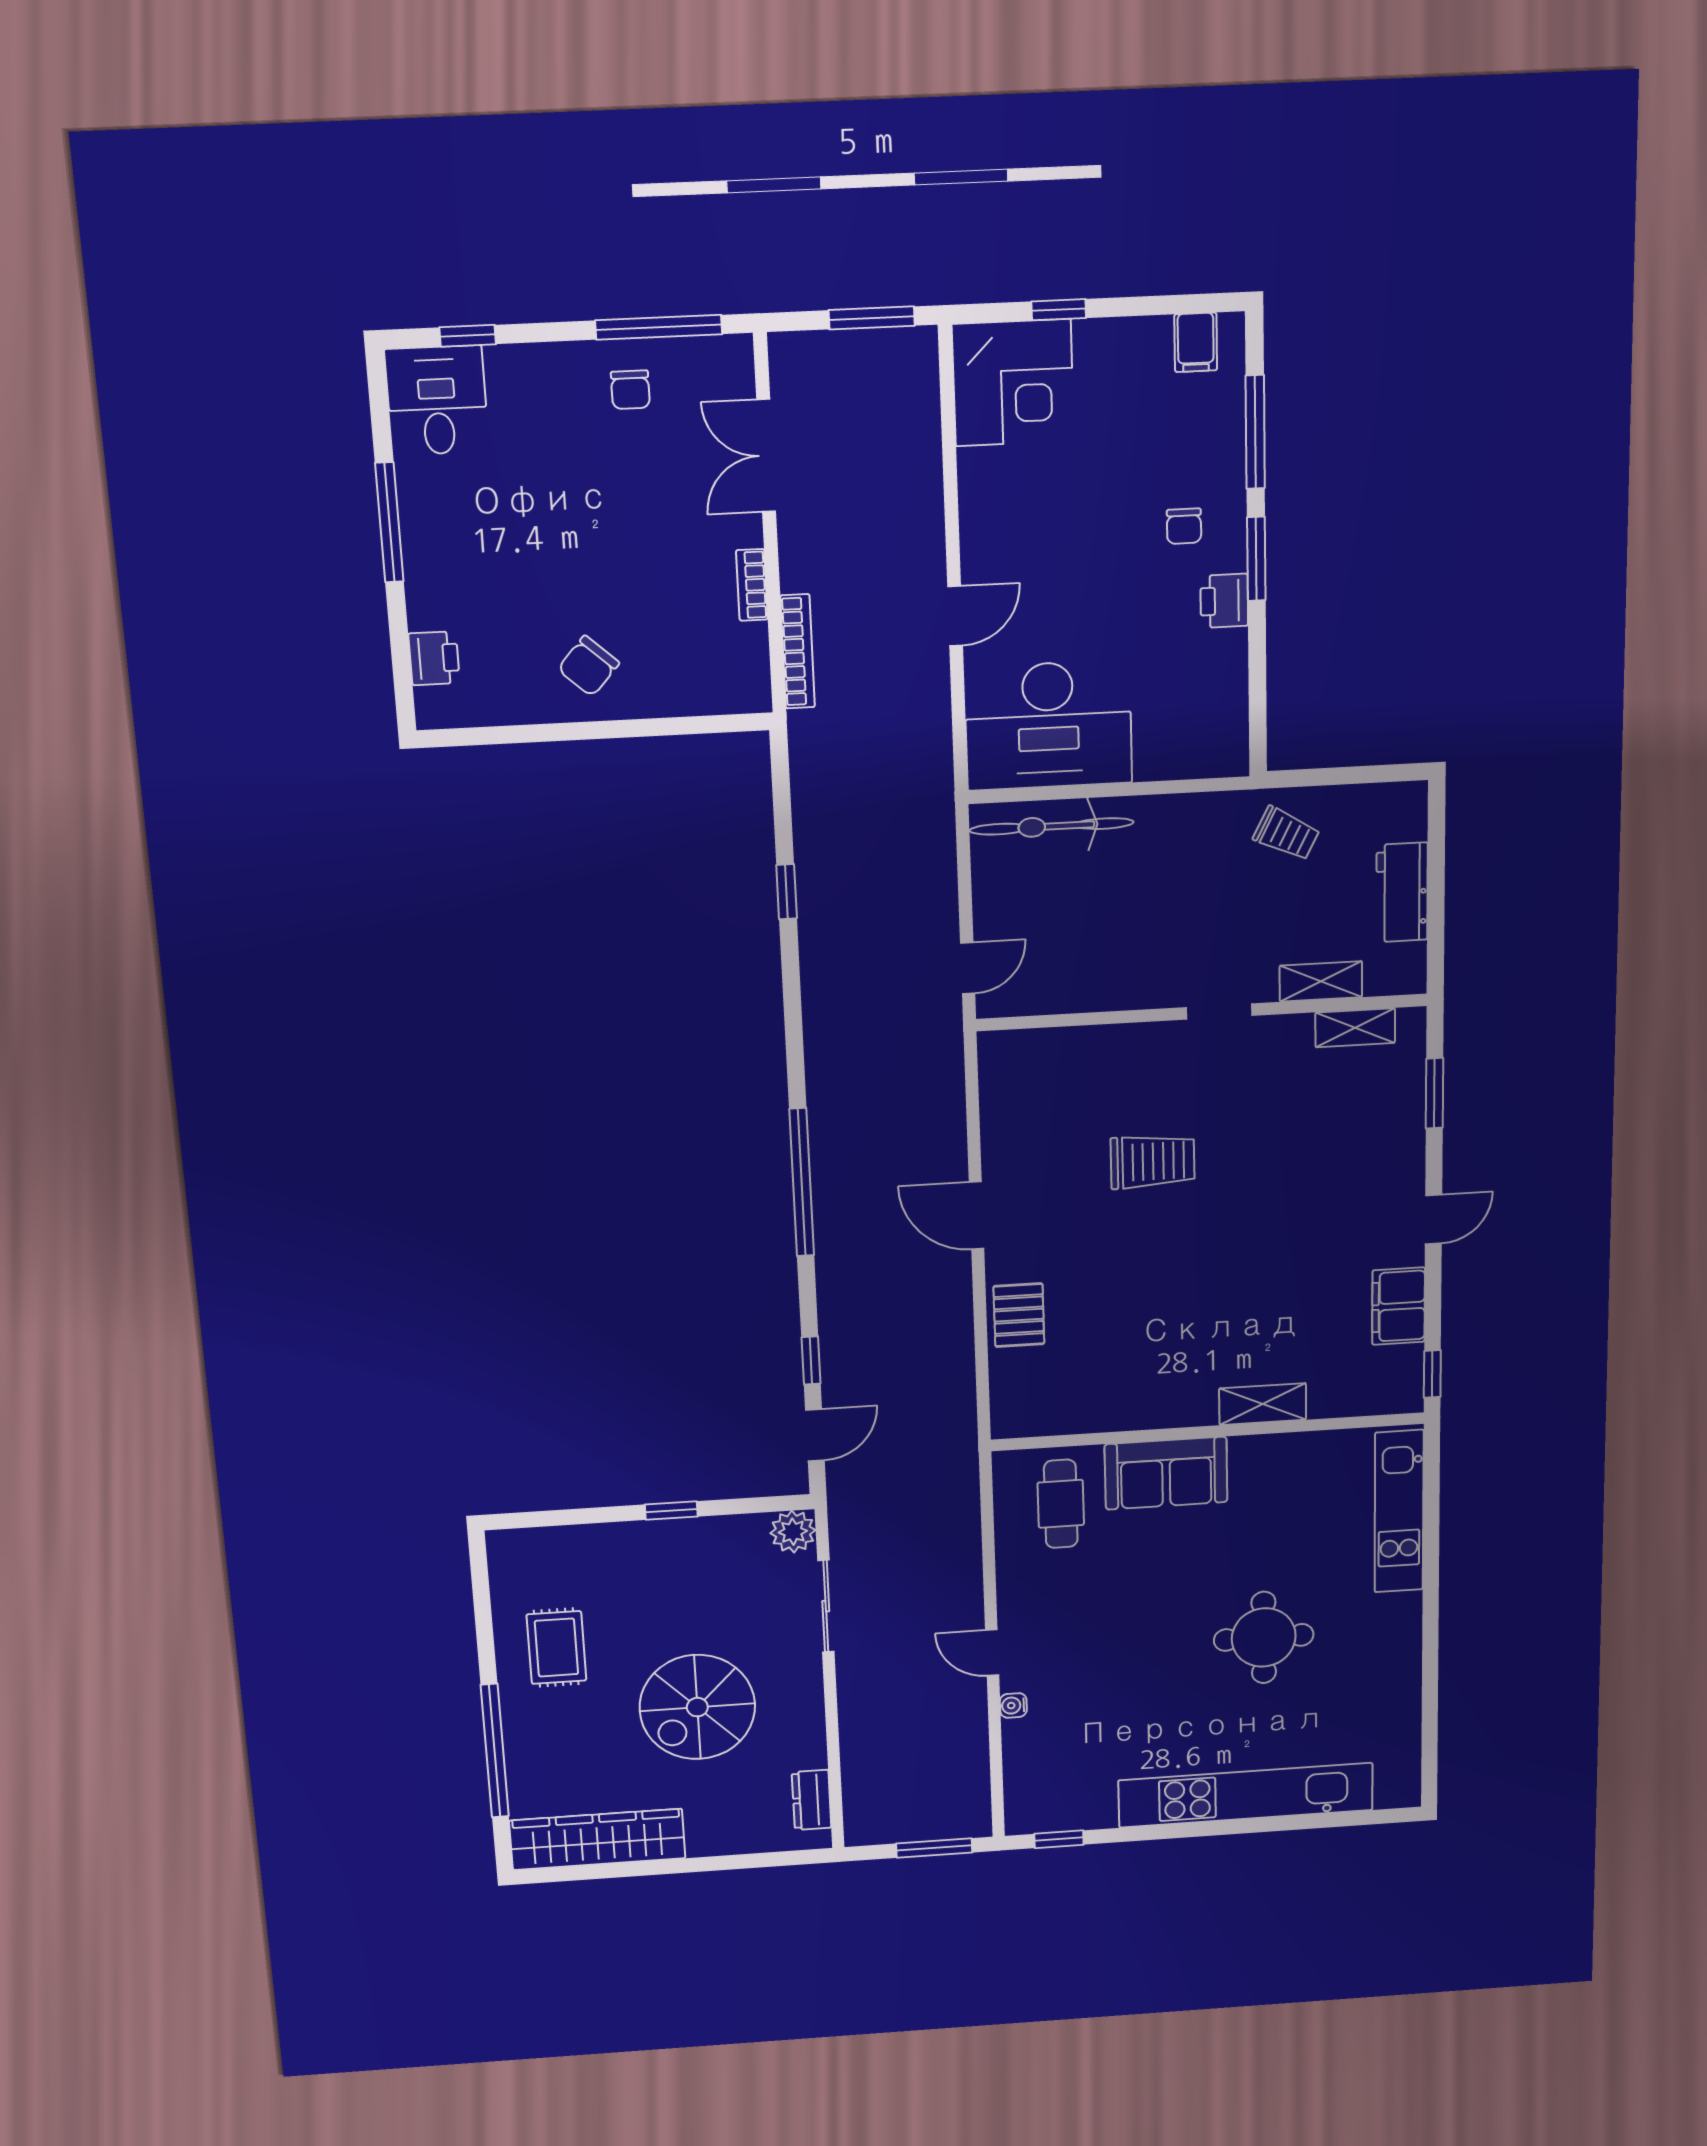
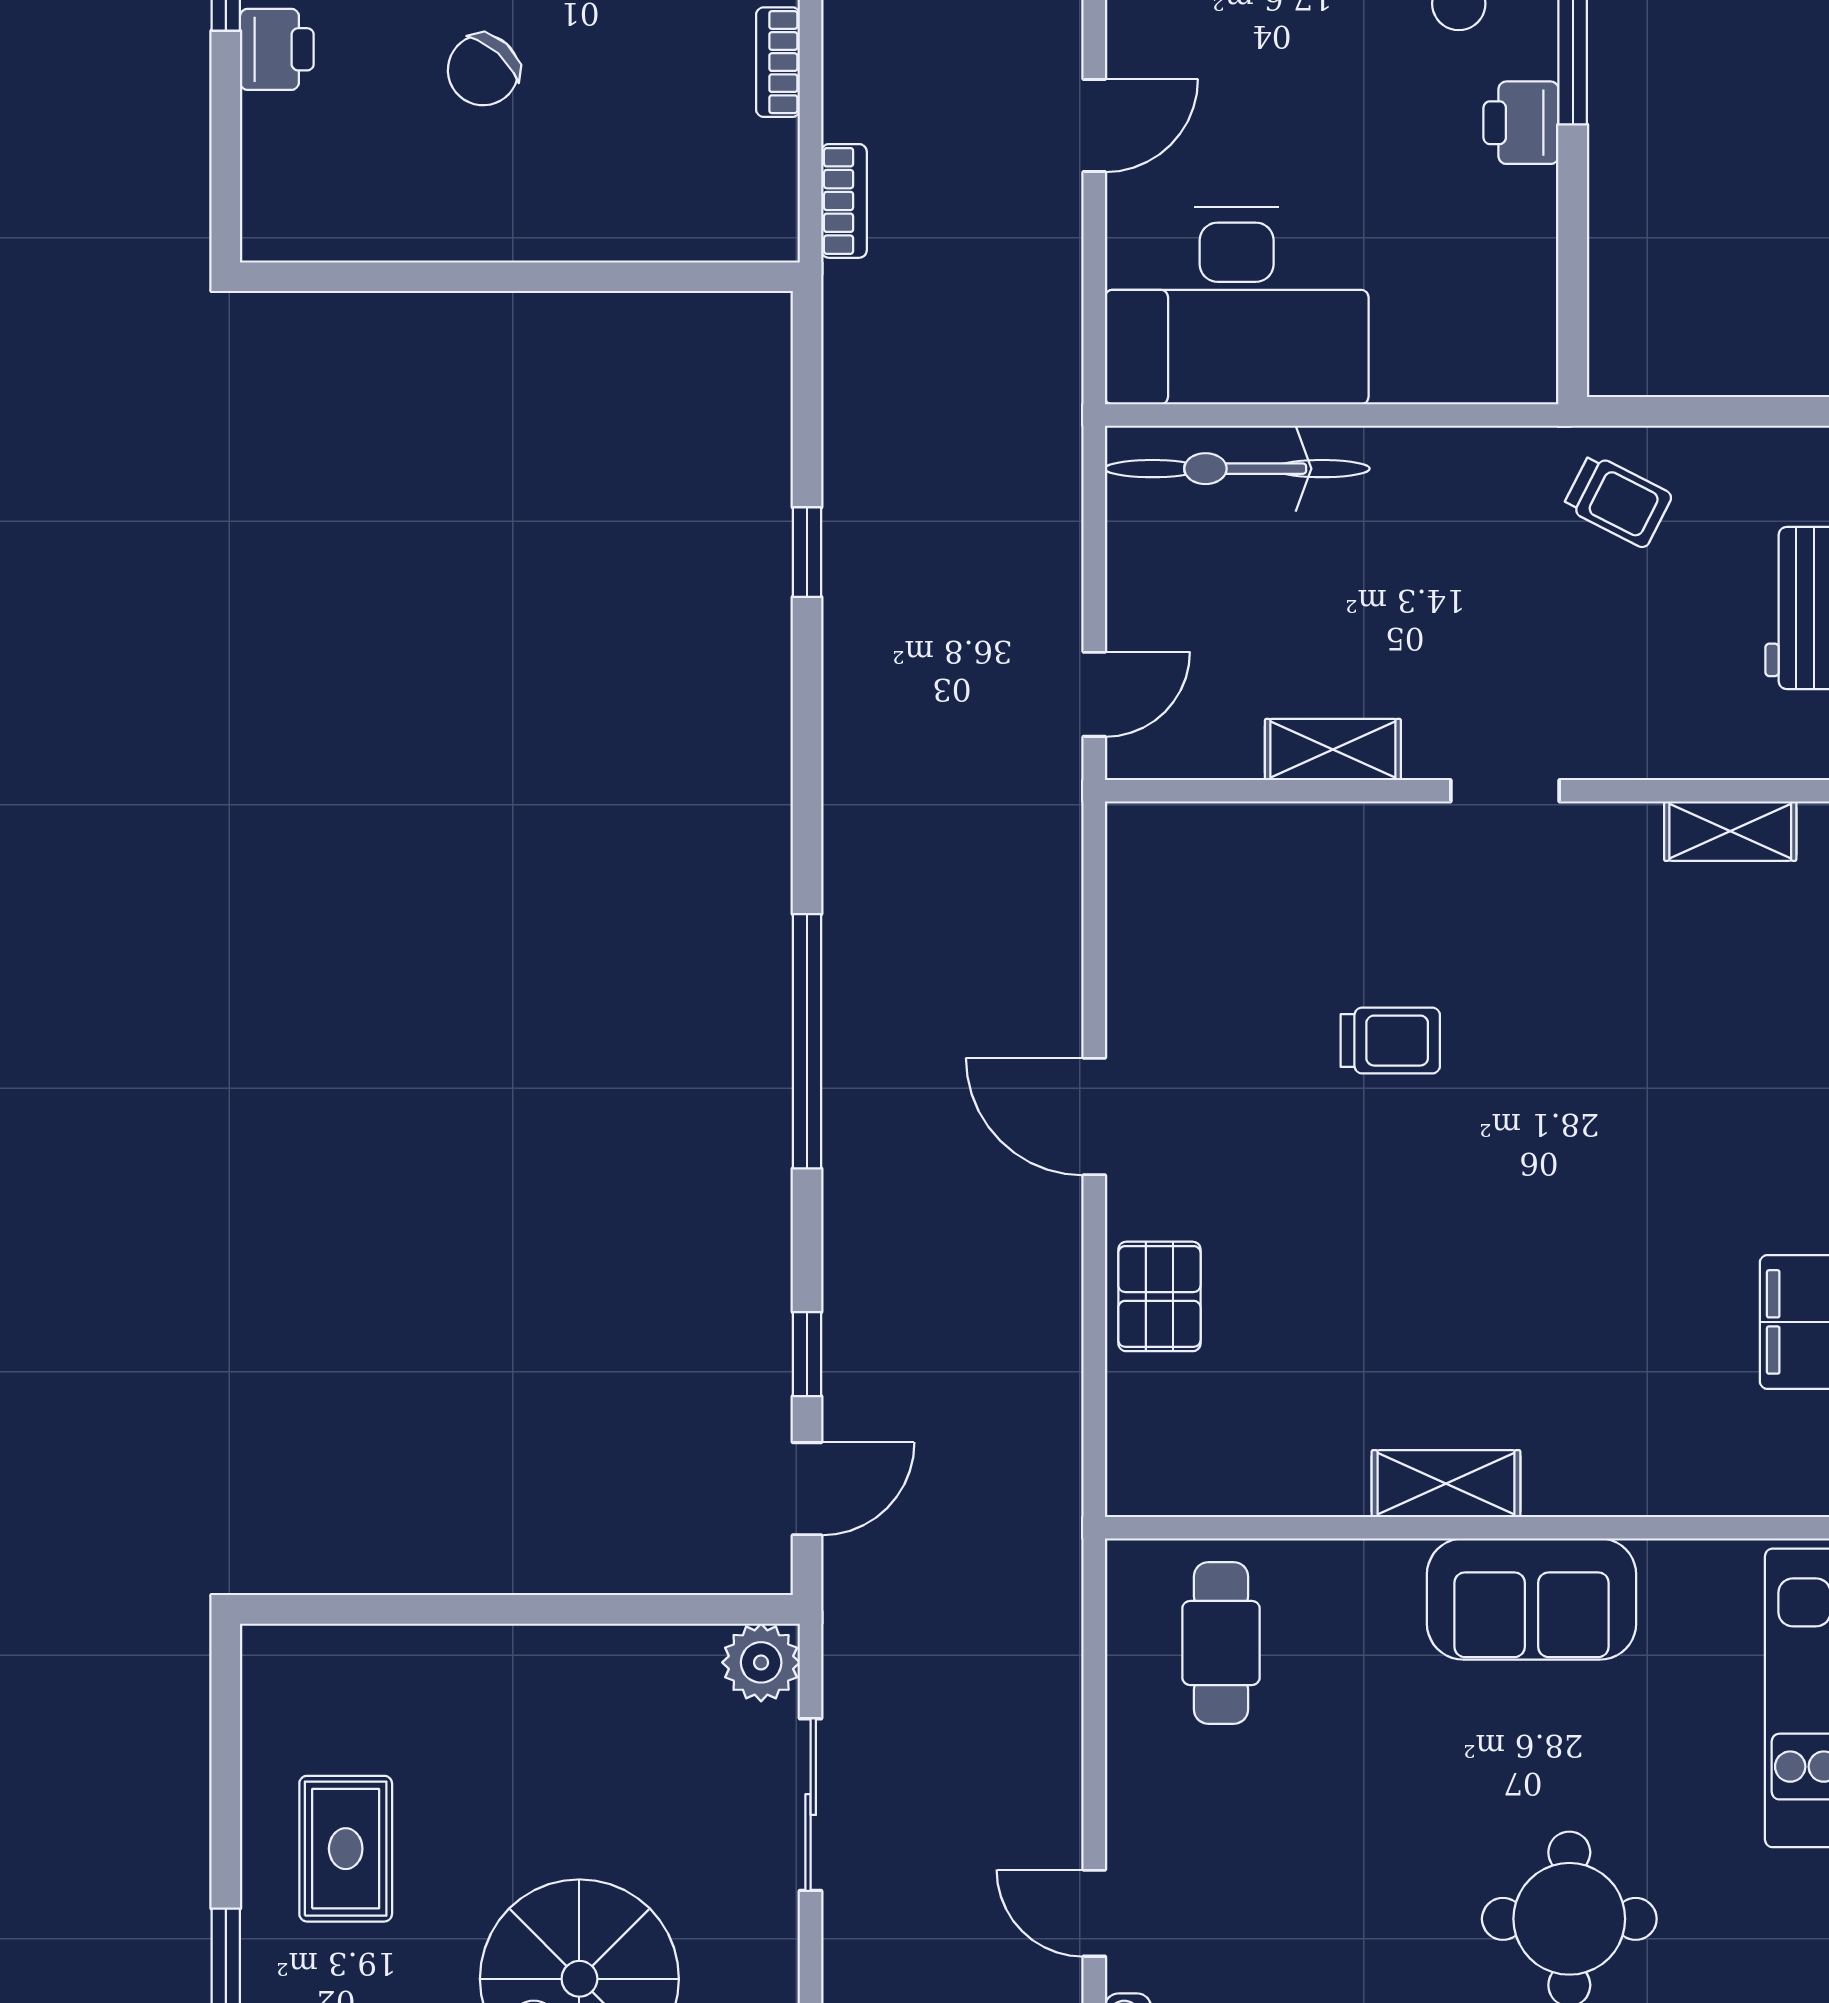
bookcase: (798, 651) -> (844, 201), width x0.64
printer: (434, 658) -> (277, 49), moved
chair: (588, 666) -> (483, 70), moved
shelving: (1321, 981) -> (1333, 749), moved
trolley: (1153, 1161) -> (1390, 1041), width x0.73, depth x0.72
shelving: (1263, 1404) -> (1446, 1484), moved
sofa: (1166, 1473) -> (1532, 1599), moved
window: (671, 1511) -> (557, 1609), removed

